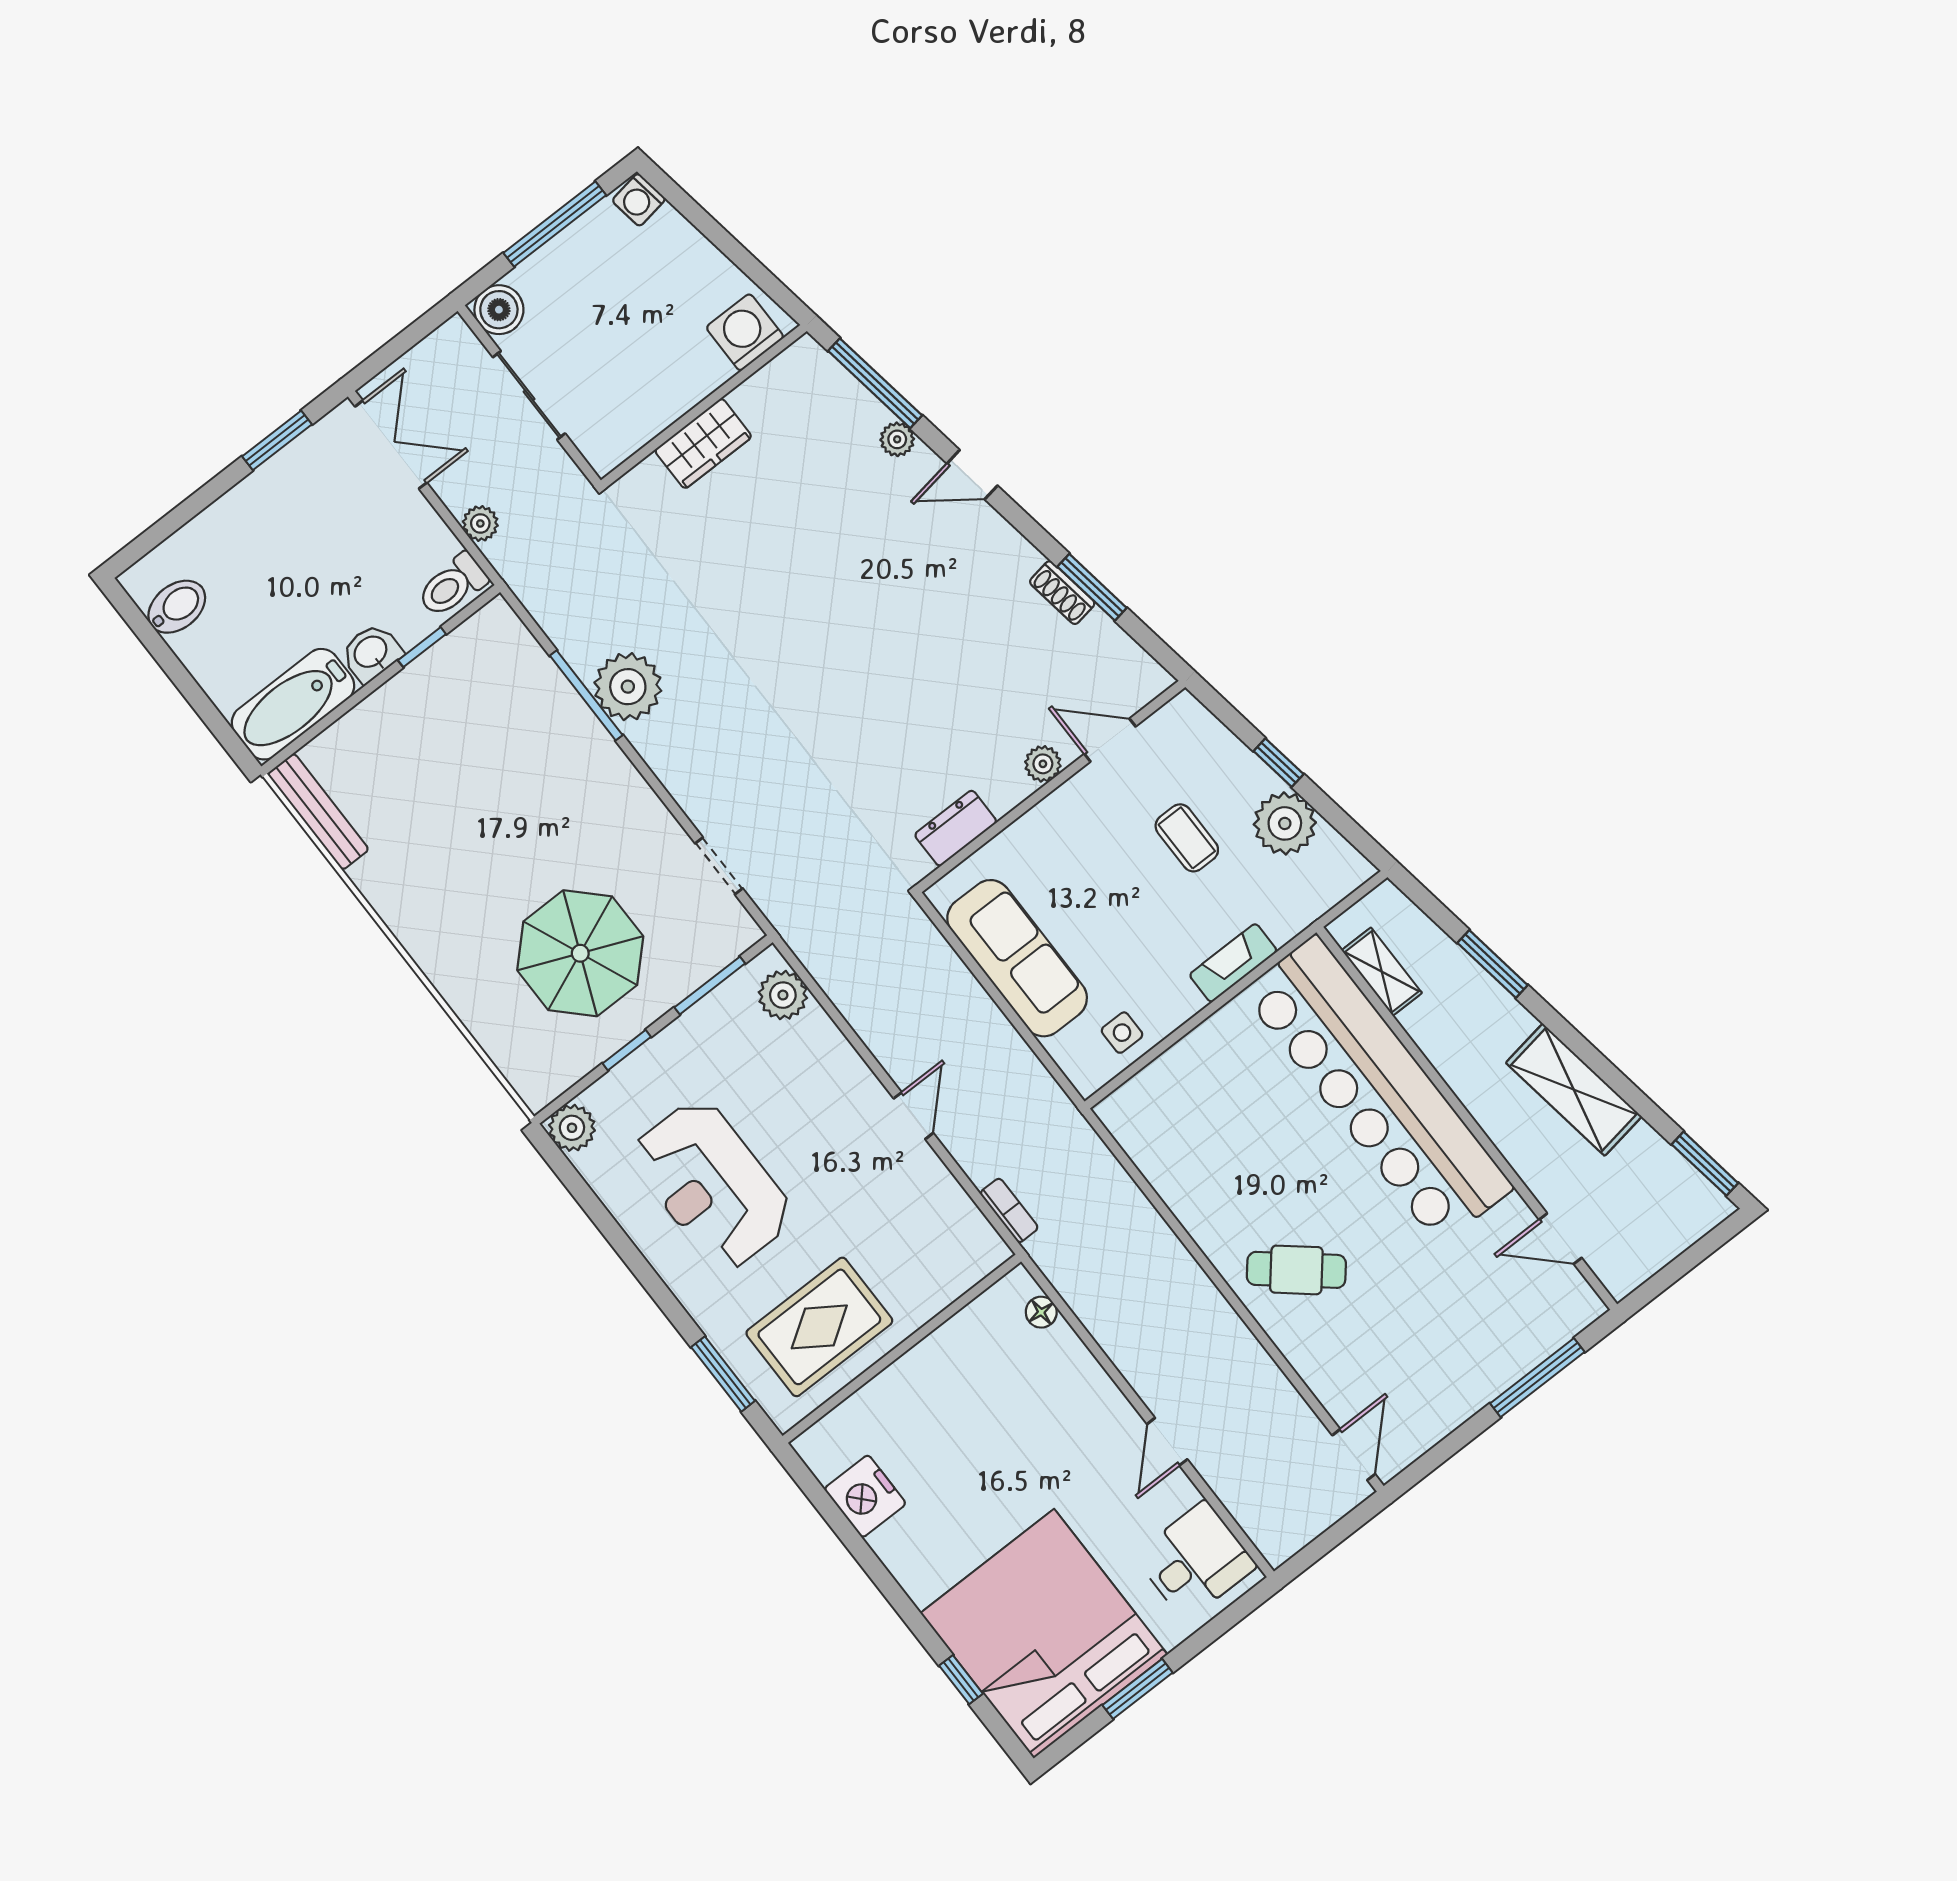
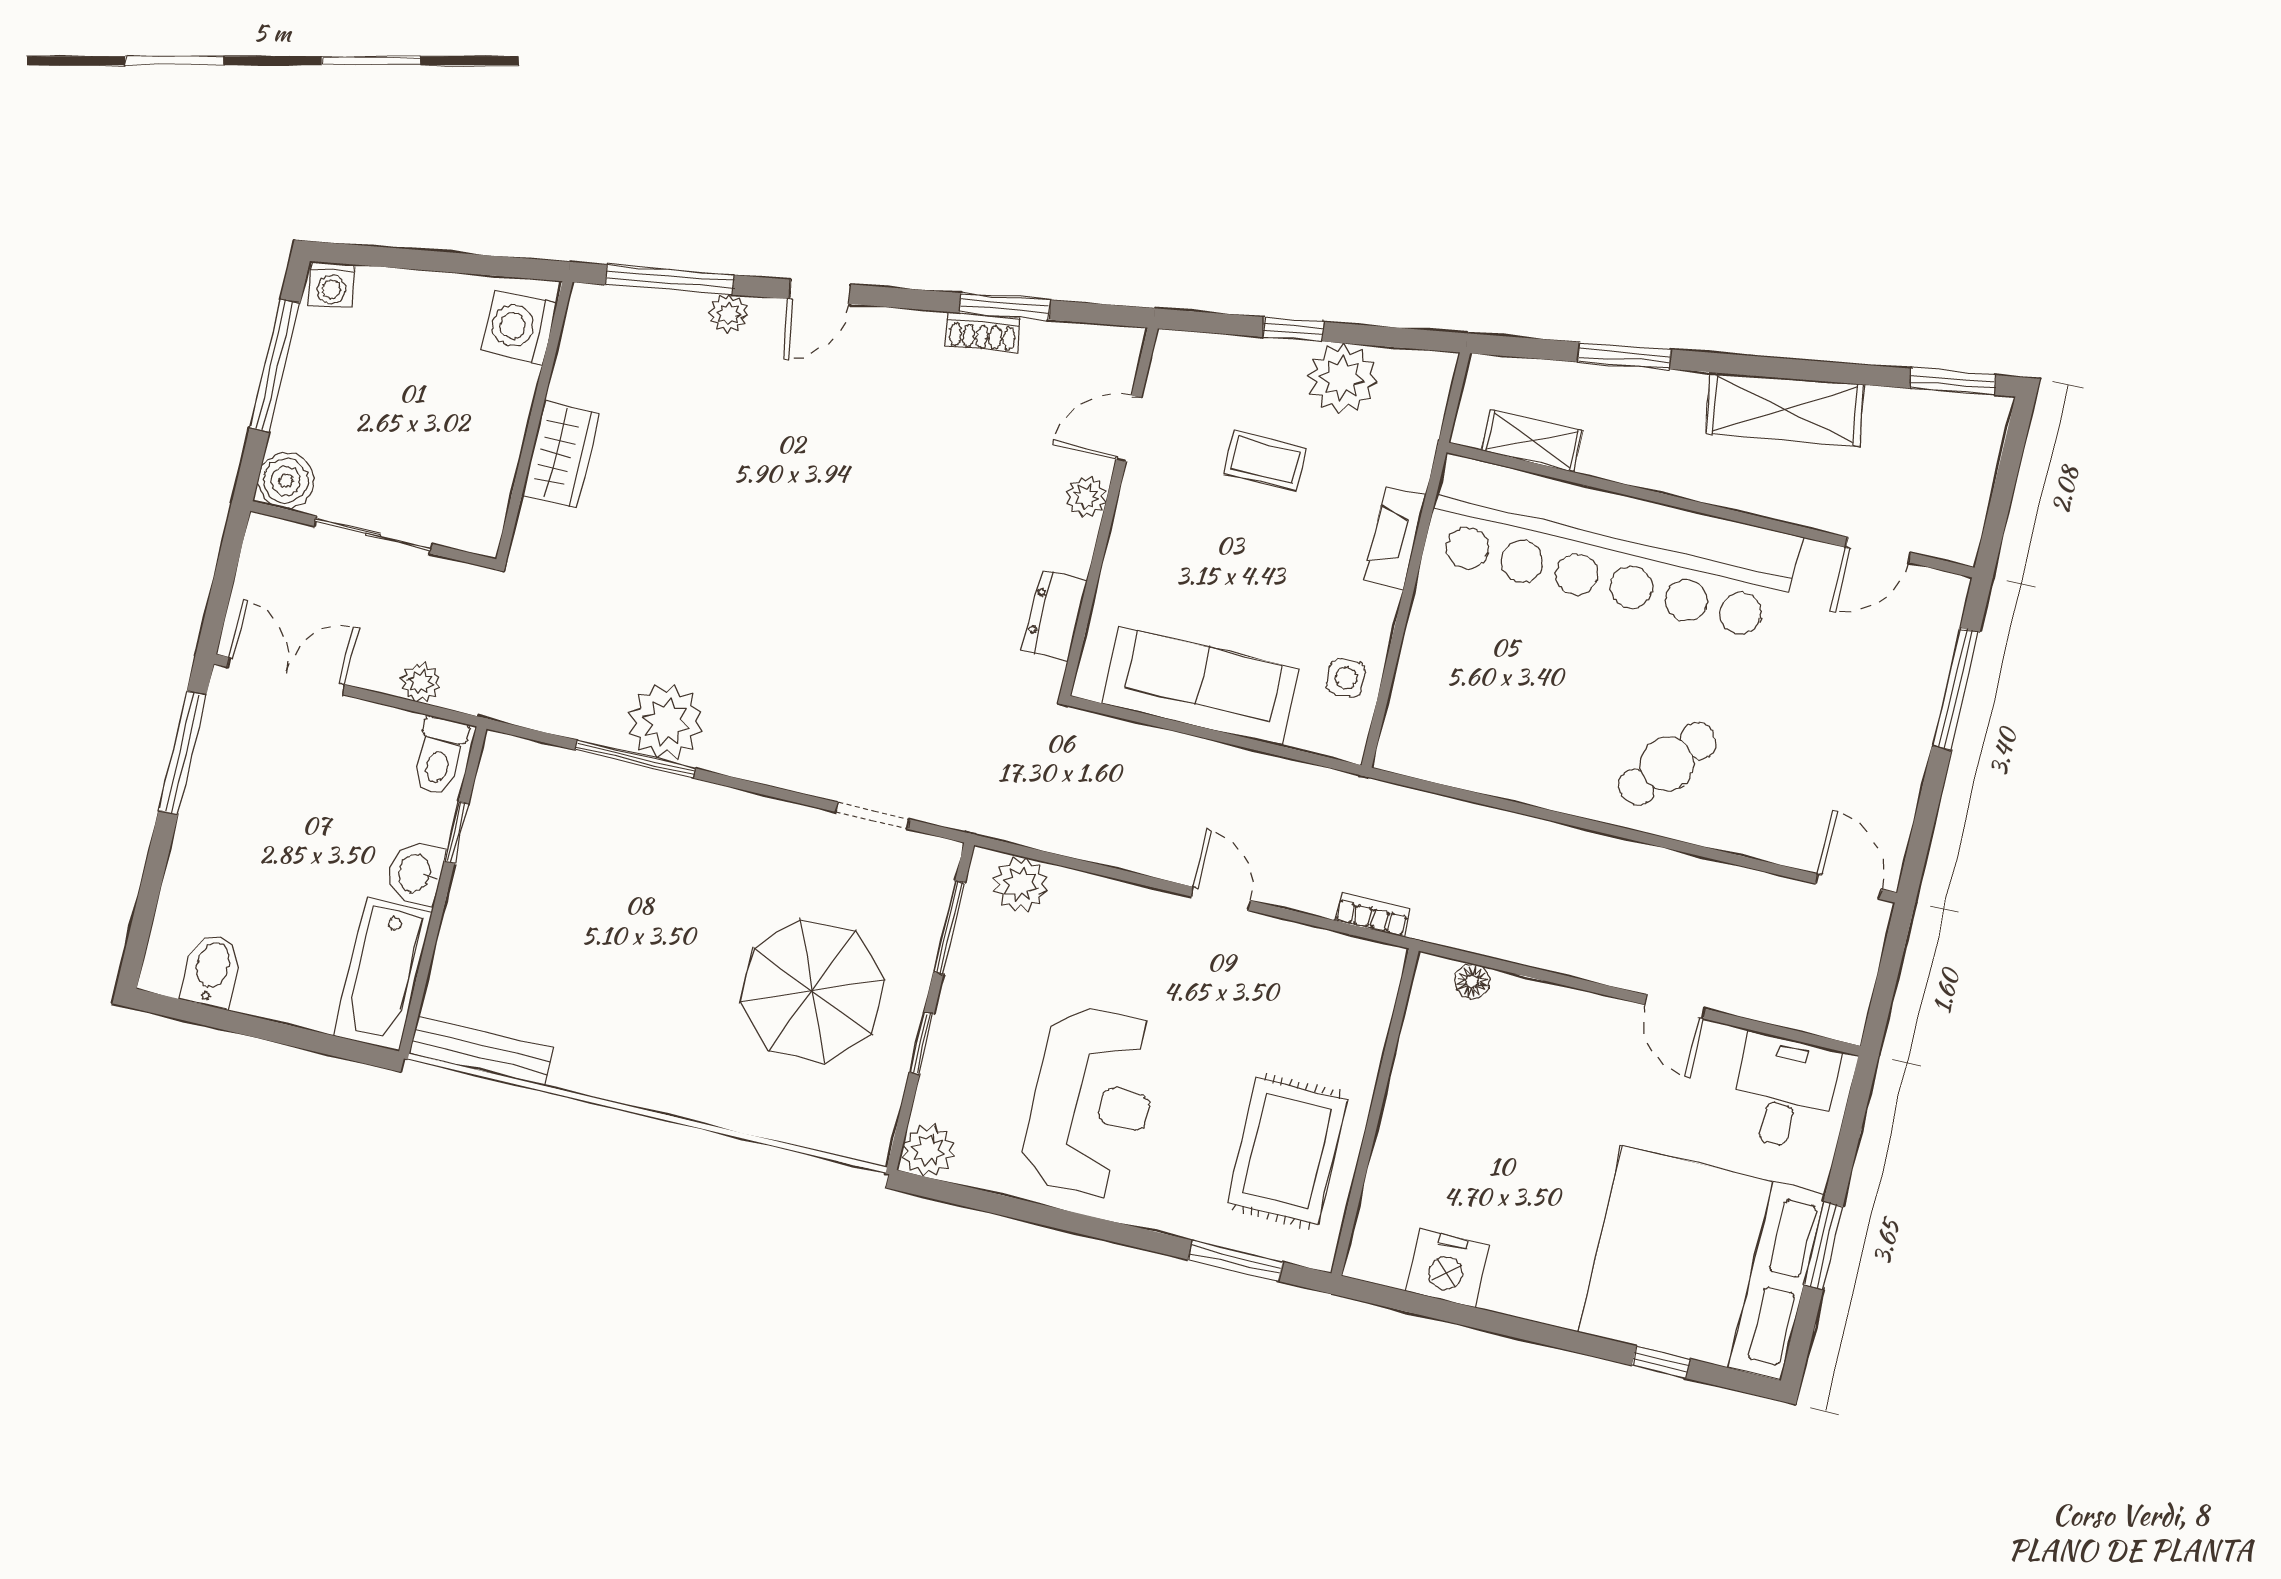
window: (277, 440) -> (183, 753), width x1.44
reception desk: (712, 1185) -> (1092, 1102), turned -90

